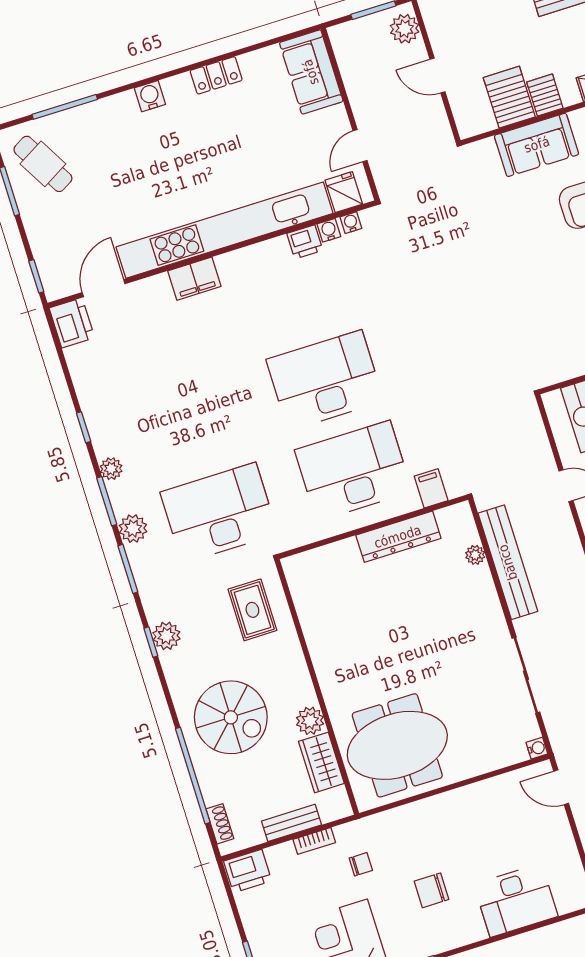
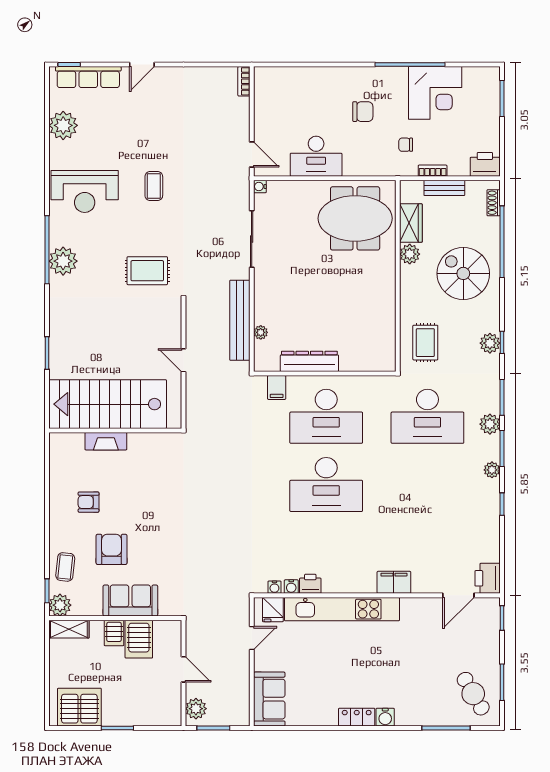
locker: (216, 75) -> (357, 717), moved
kitchen unit: (225, 230) -> (342, 609), width x0.73
desk: (516, 900) -> (316, 156), moved, turned 180

